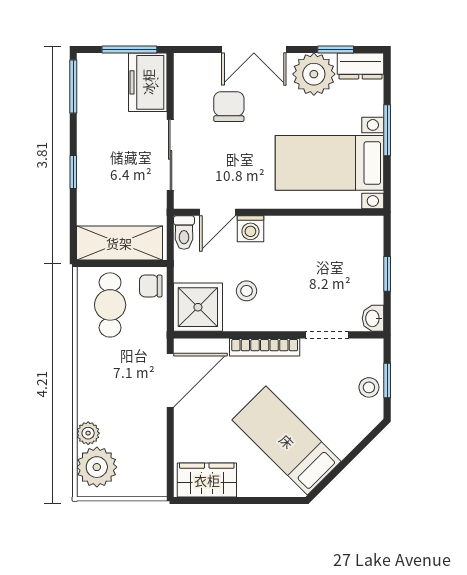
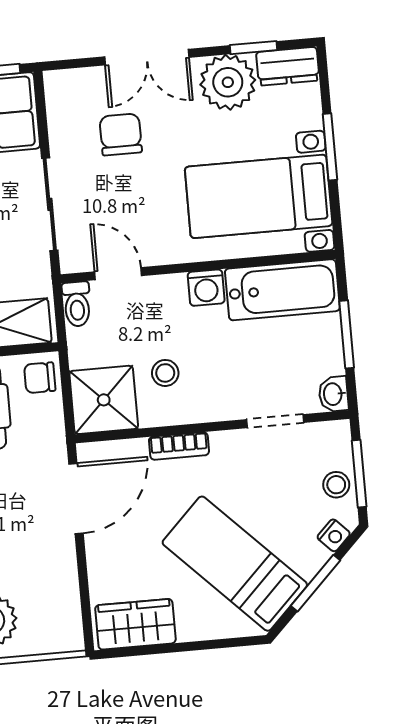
door: (218, 212) -> (118, 274), swing flipped
washing machine: (250, 229) -> (206, 288), moved
bathtub: (341, 236) -> (282, 290), added
window: (387, 274) -> (347, 334), width x1.50
bookcase: (265, 347) -> (179, 446), width x0.64
window: (387, 380) -> (359, 474), width x1.50
nightstand: (364, 426) -> (334, 535), added
window: (347, 461) -> (316, 583), added

